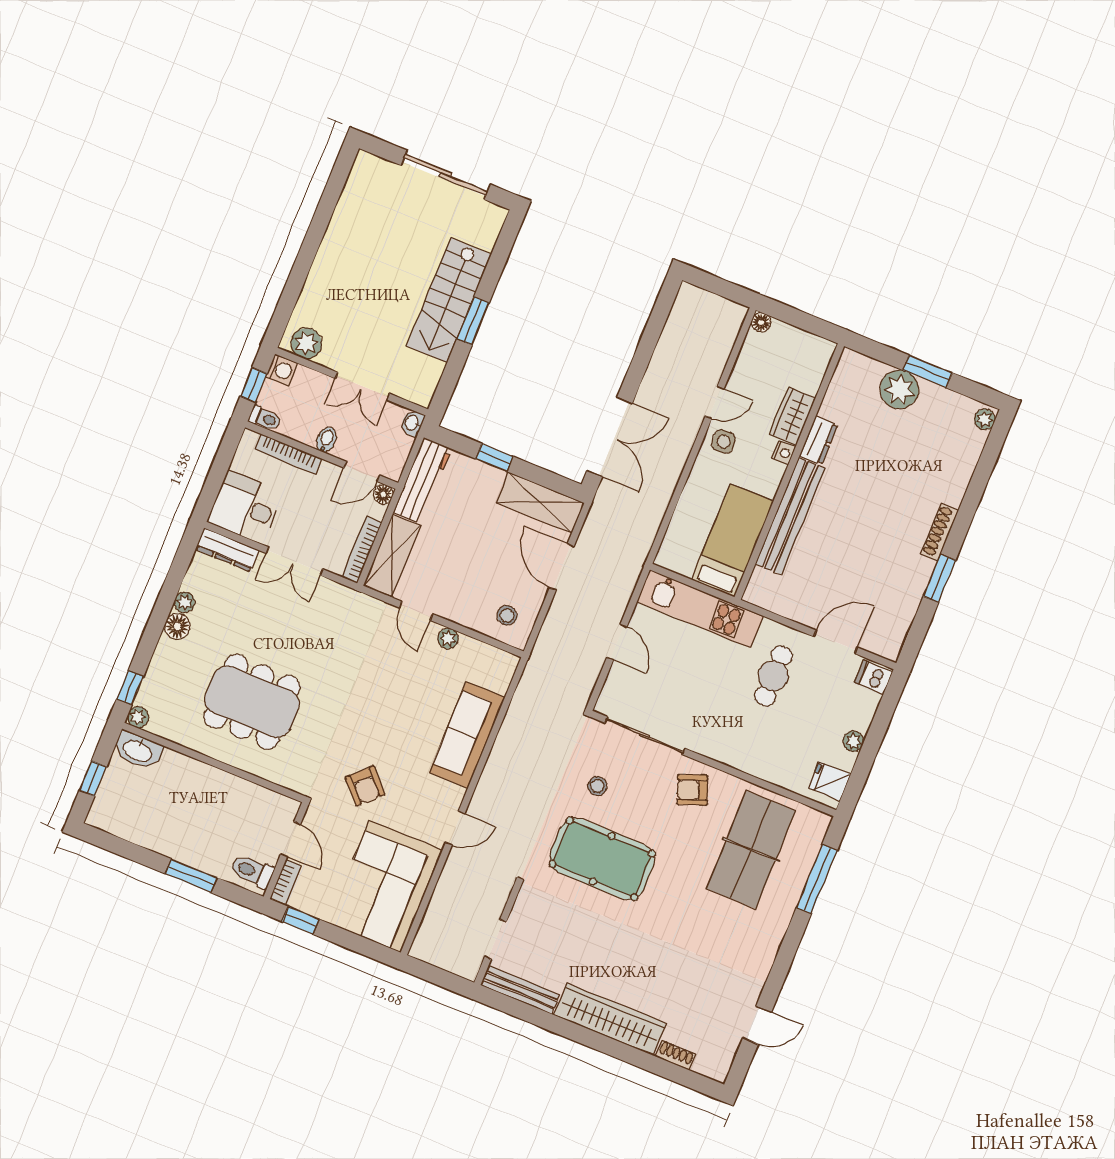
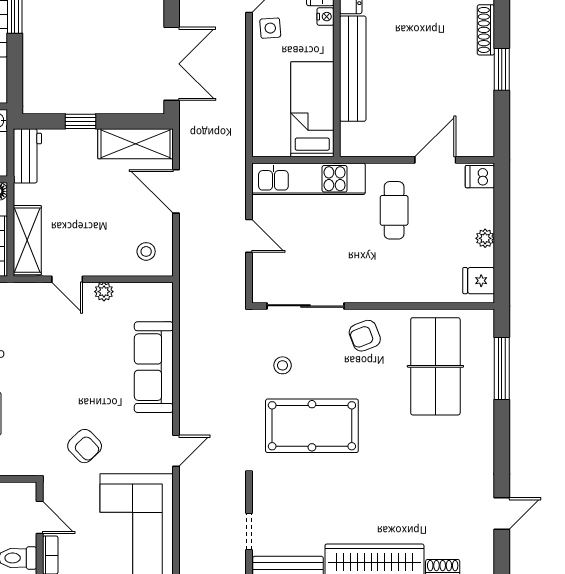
workbench: (423, 481) -> (27, 156), width x0.73

